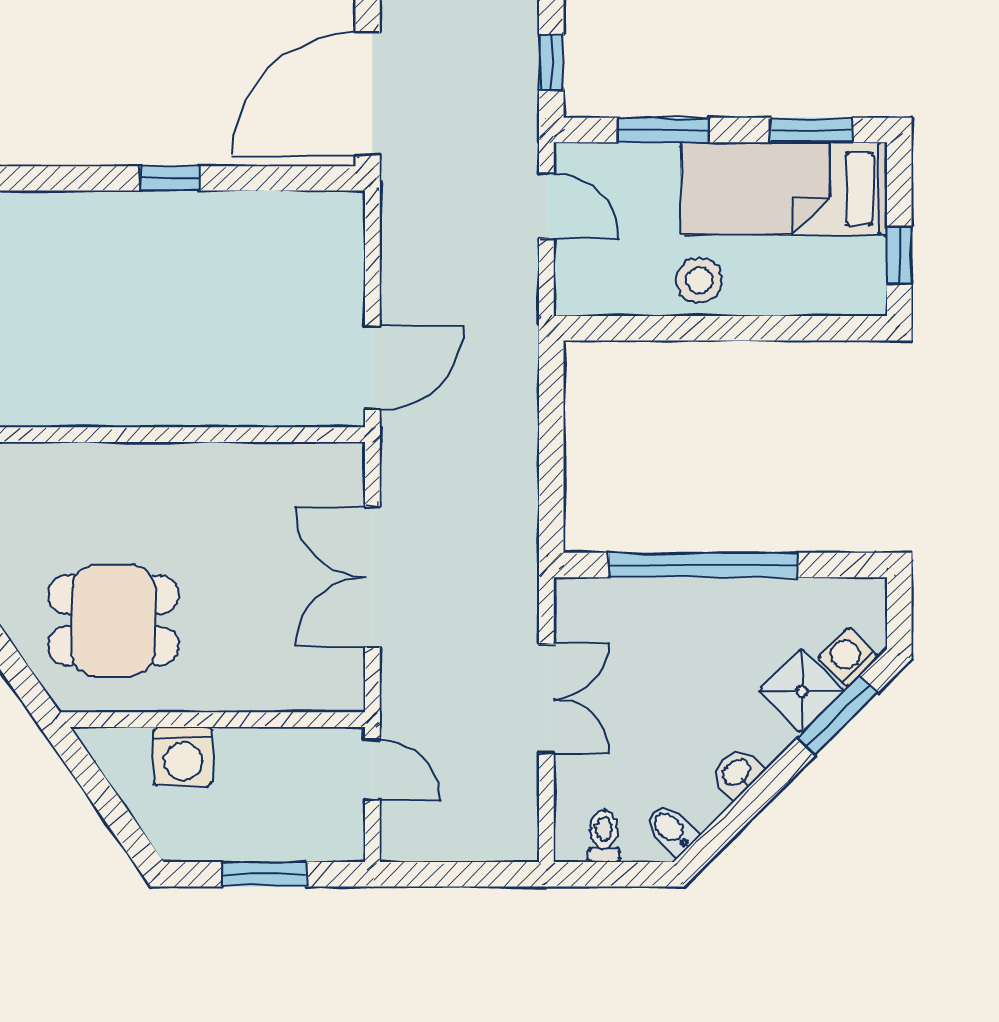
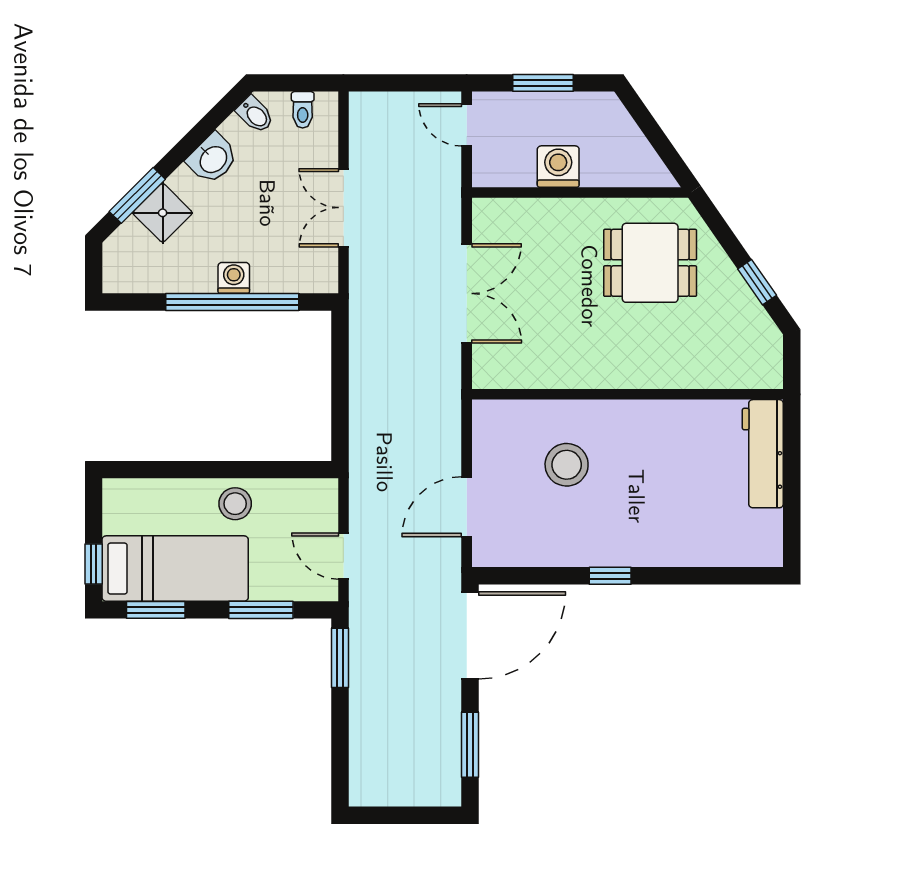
window: (551, 62) -> (340, 658), width x1.50
window: (899, 255) -> (94, 564), moved
stool: (231, 335) -> (567, 465), added
door: (372, 368) -> (467, 507), moved
washing machine: (848, 657) -> (234, 278), moved, turned -135
washing machine: (183, 756) -> (558, 167), moved
door: (372, 770) -> (467, 125), moved
washbasin: (737, 773) -> (213, 159), width x1.38, depth x1.45

